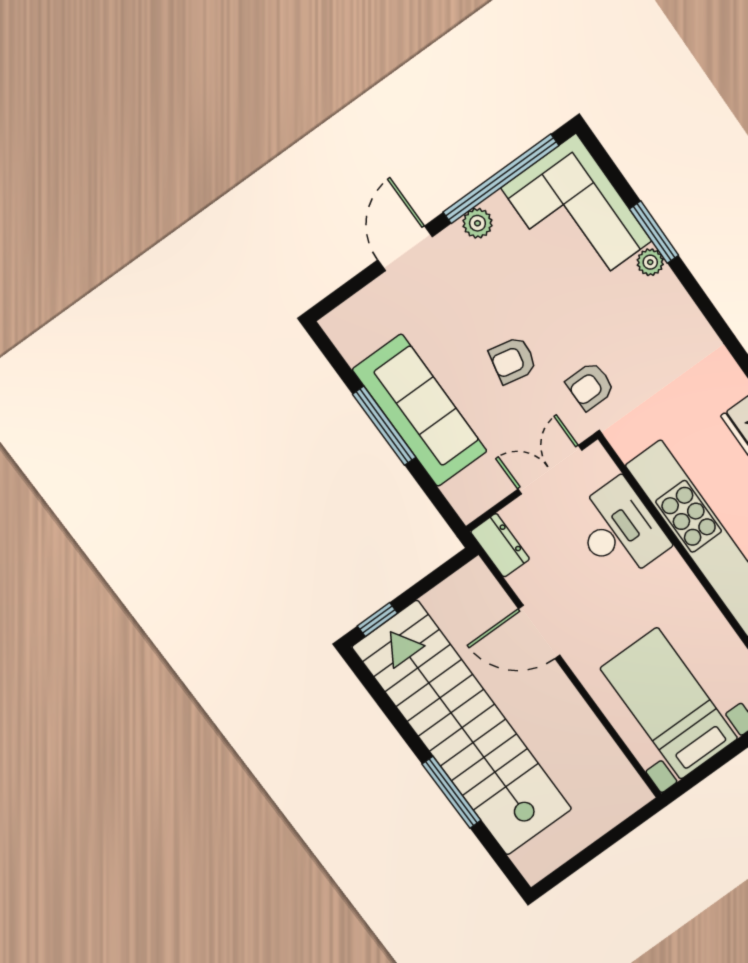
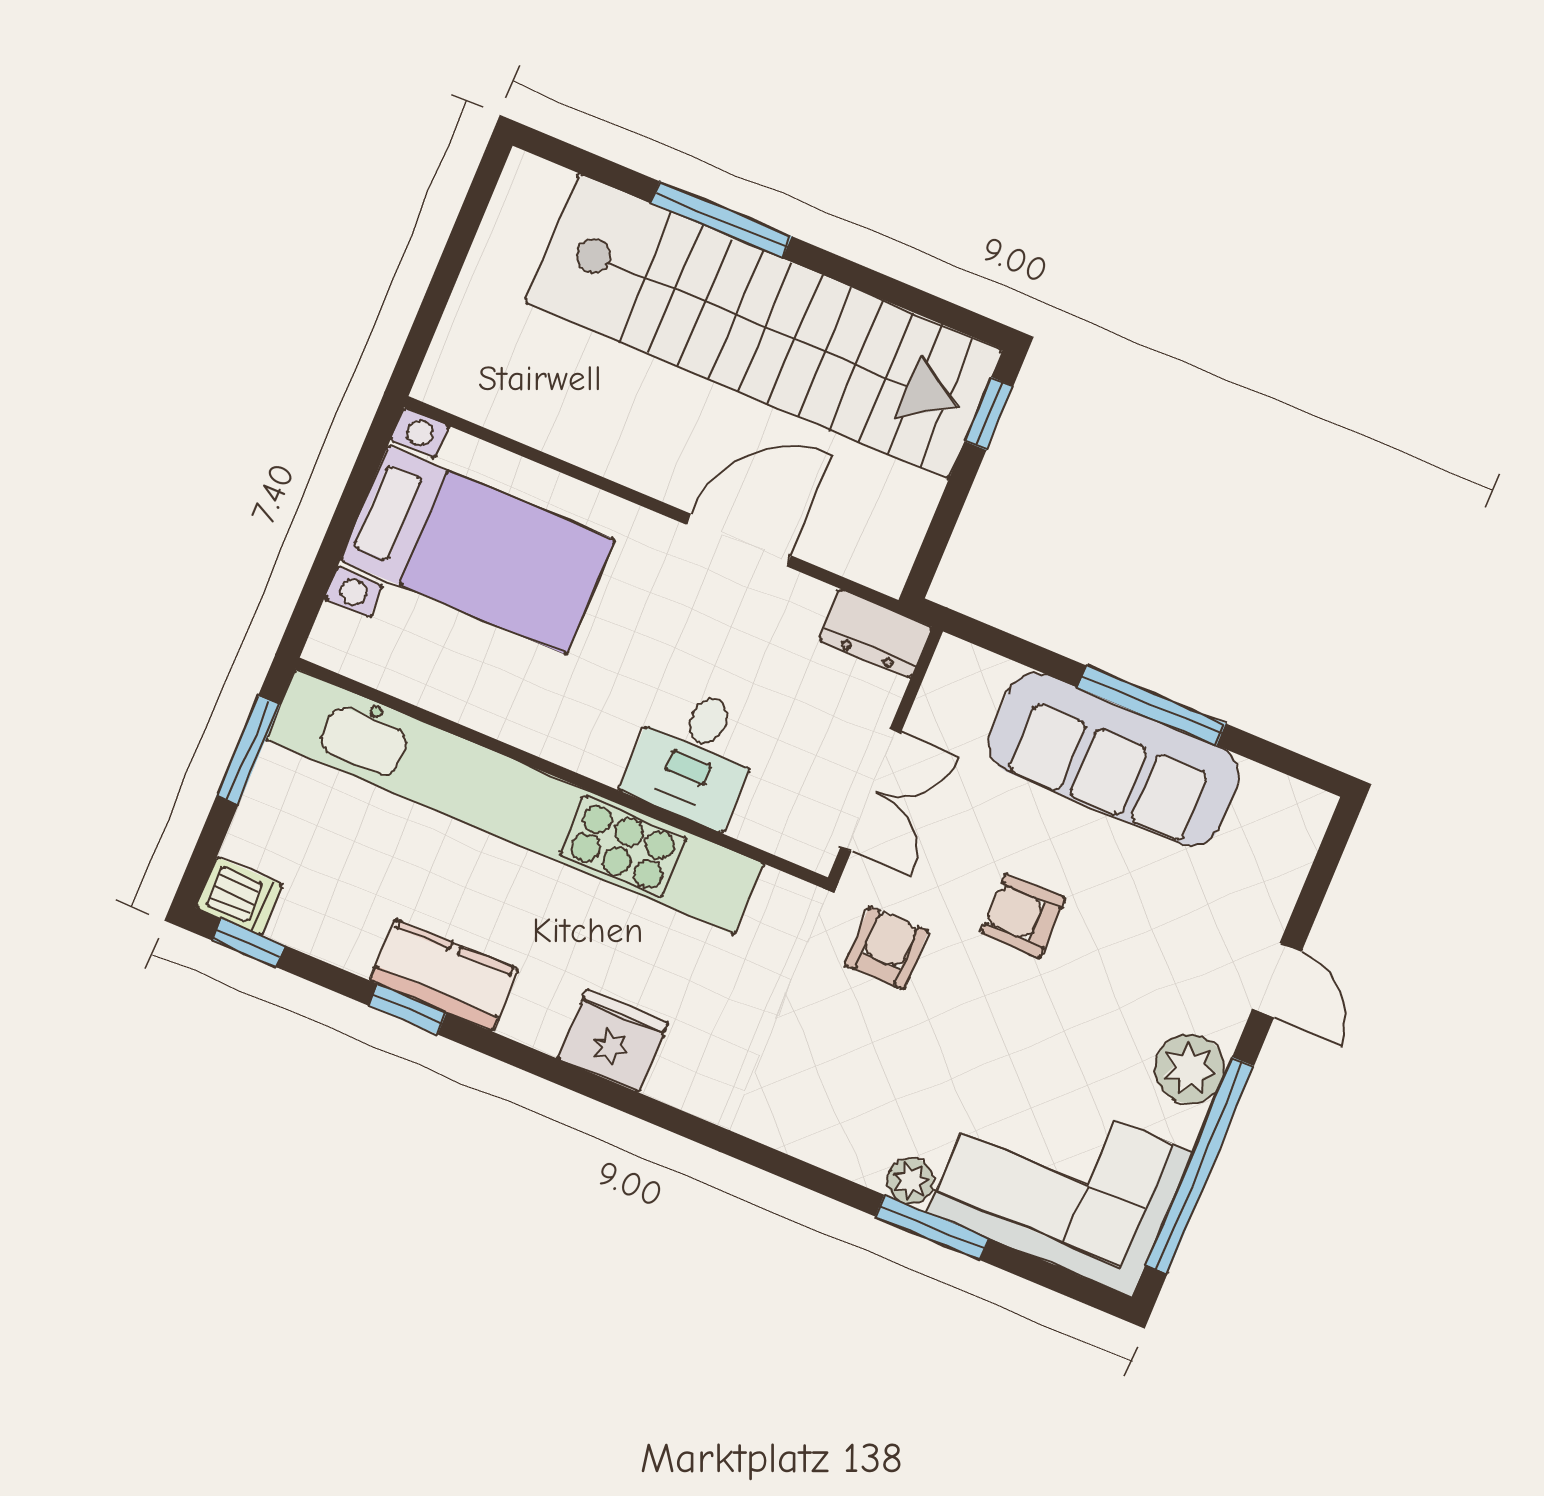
plant: (477, 223) -> (1190, 1069), width x1.38, depth x1.38
door: (405, 248) -> (1277, 980), width x0.73
armchair: (513, 360) -> (1023, 916), turned -102
desk: (619, 530) -> (694, 756), width x0.73

